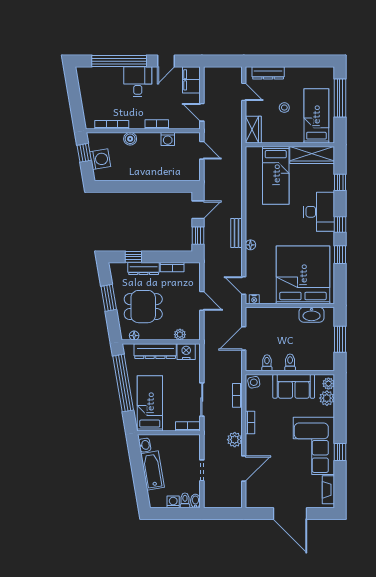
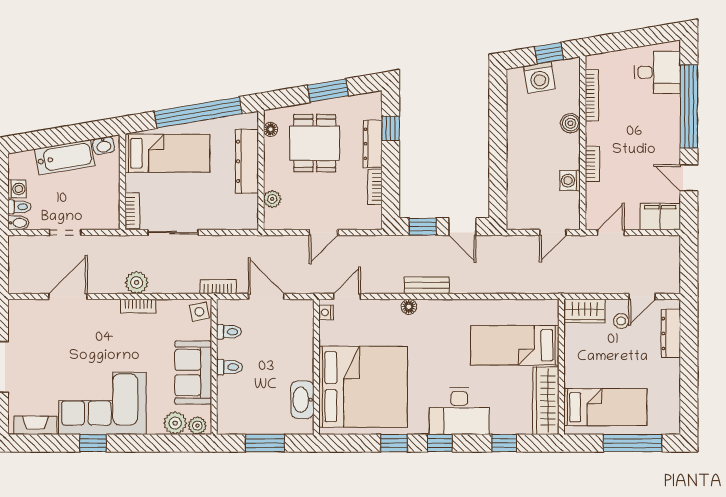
desk: (138, 82) -> (657, 72), moved
stool: (284, 108) -> (621, 321), moved
nightstand: (186, 352) -> (246, 209), removed
bookcase: (237, 395) -> (218, 287), moved
plant: (235, 440) -> (137, 283), moved
door: (244, 468) -> (68, 296), swing flipped

